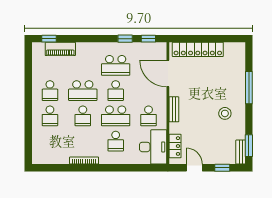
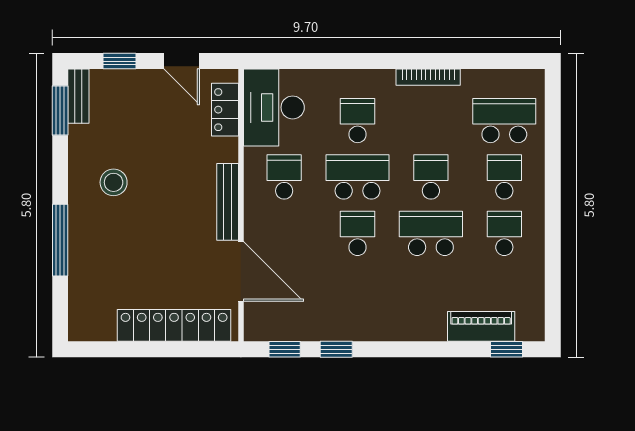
school desk: (116, 65) -> (504, 121), moved
bench: (174, 109) -> (228, 202), width x1.36

